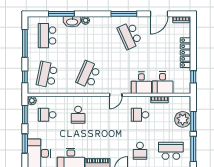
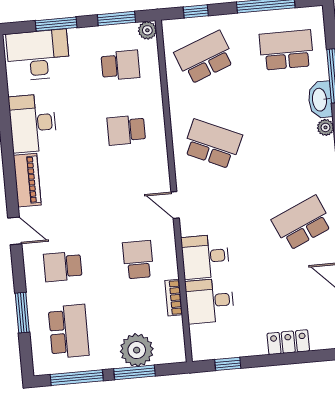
locker: (186, 53) -> (288, 342), width x0.66
school desk: (47, 75) -> (205, 57), turned -33
school desk: (47, 115) -> (120, 65), turned 90

